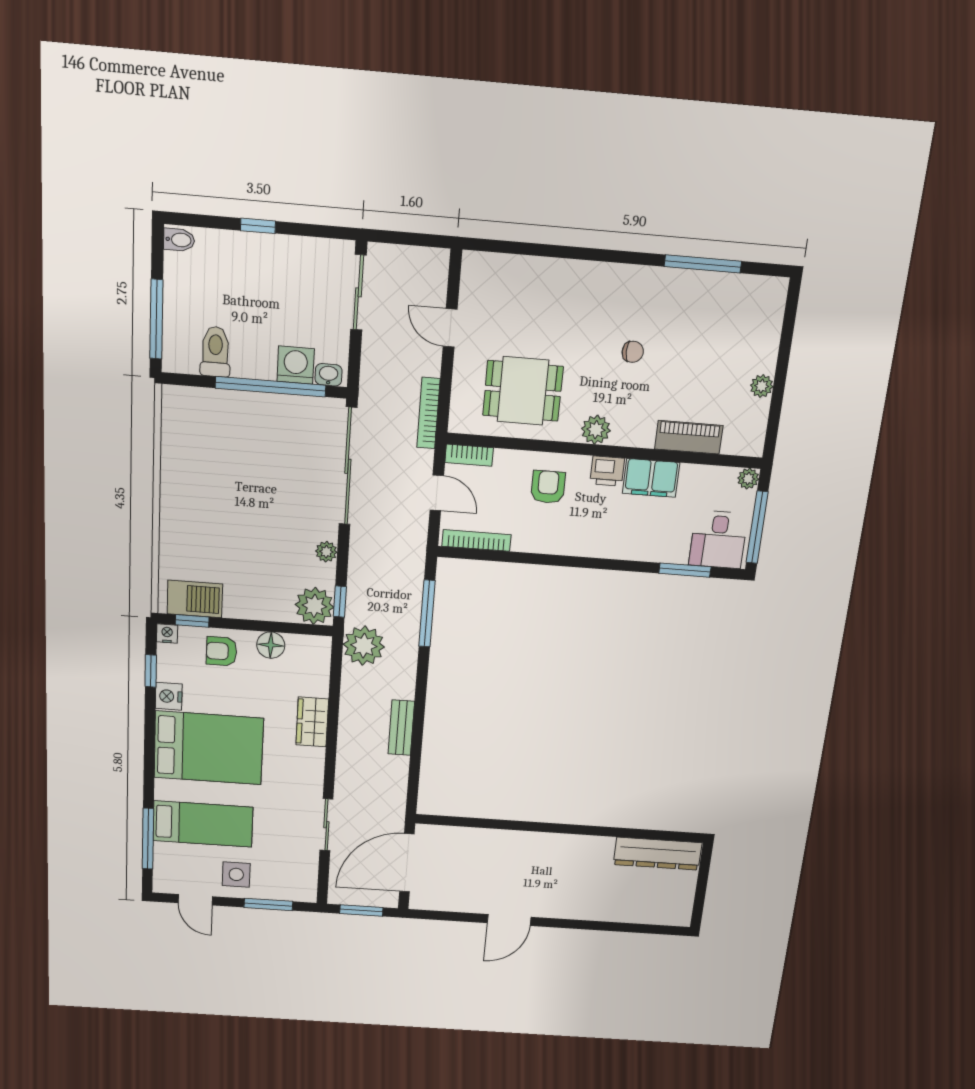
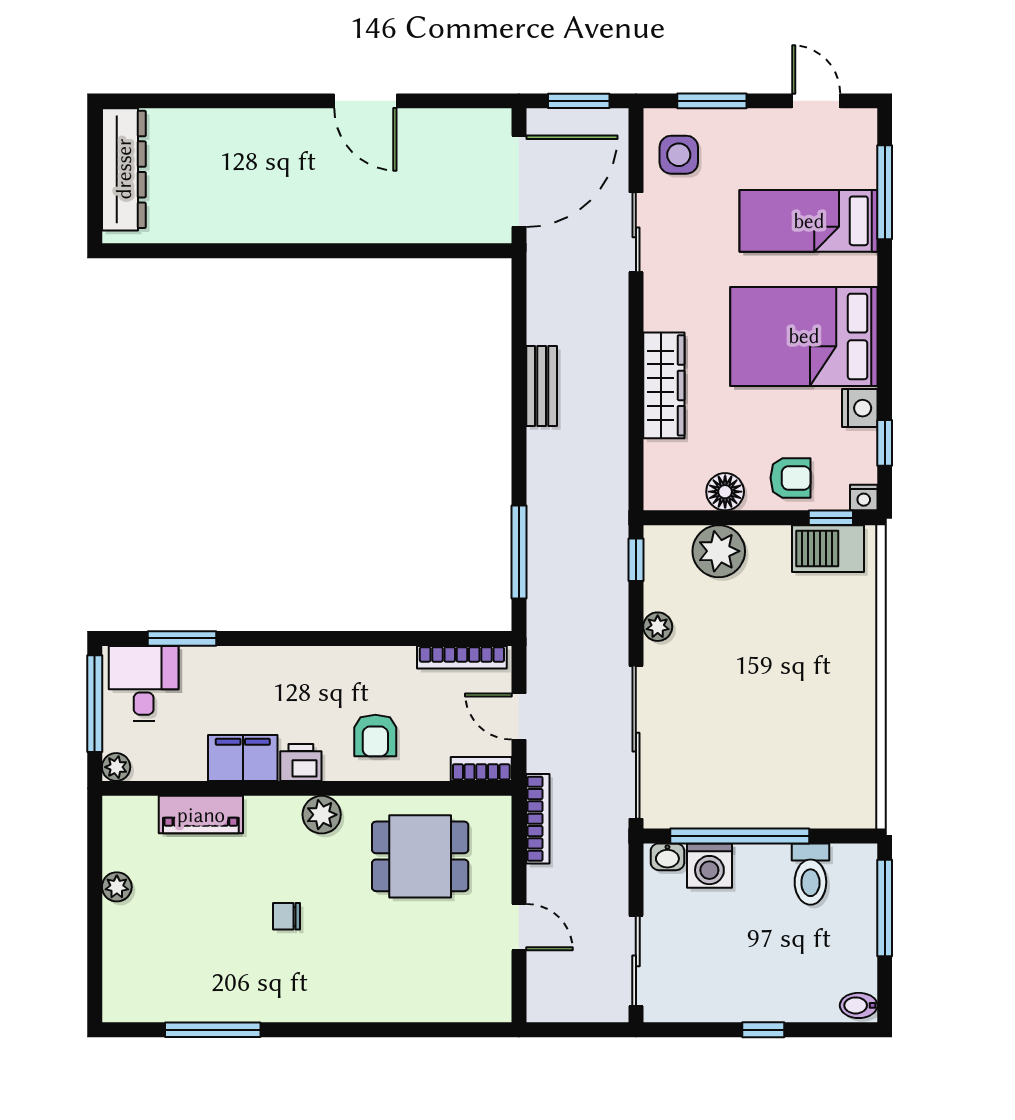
plant: (314, 606) -> (719, 551), moved
plant: (364, 646) -> (600, 500), removed
wardrobe: (312, 722) -> (664, 385), width x1.50
dresser: (658, 854) -> (124, 169), moved, turned 90
side table: (236, 874) -> (679, 155), moved
door: (509, 920) -> (365, 101), swing flipped

